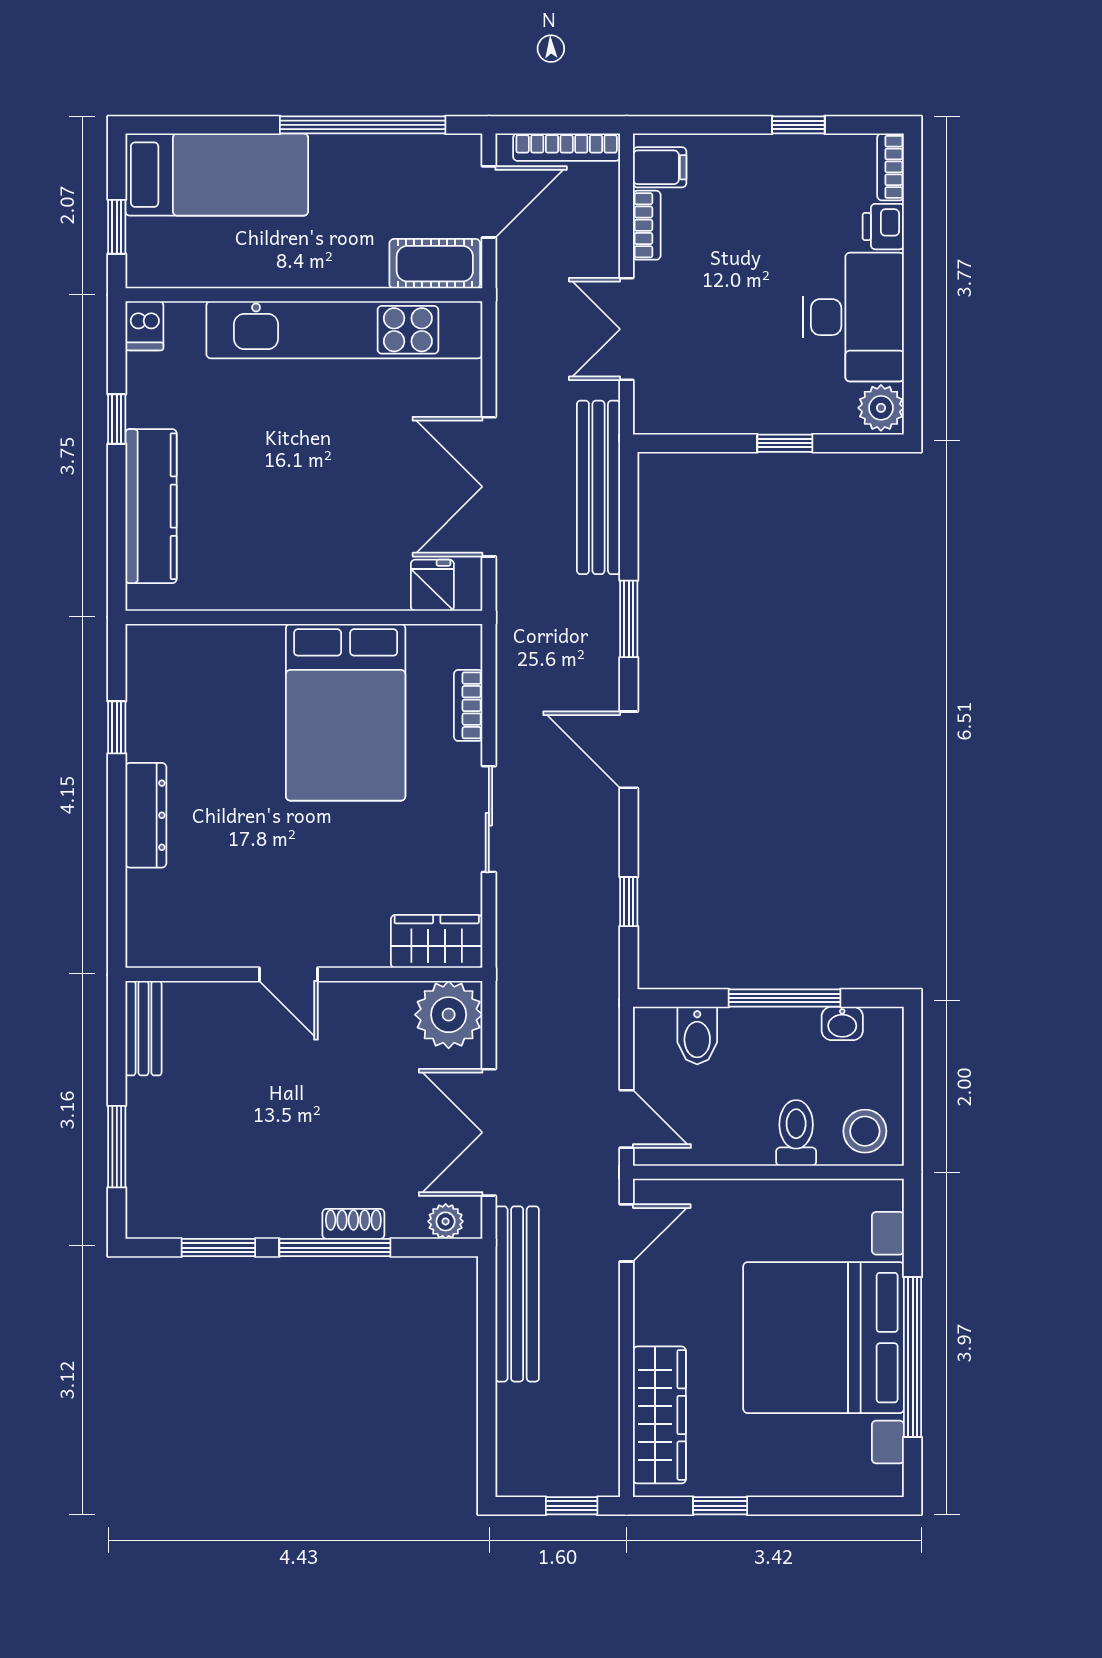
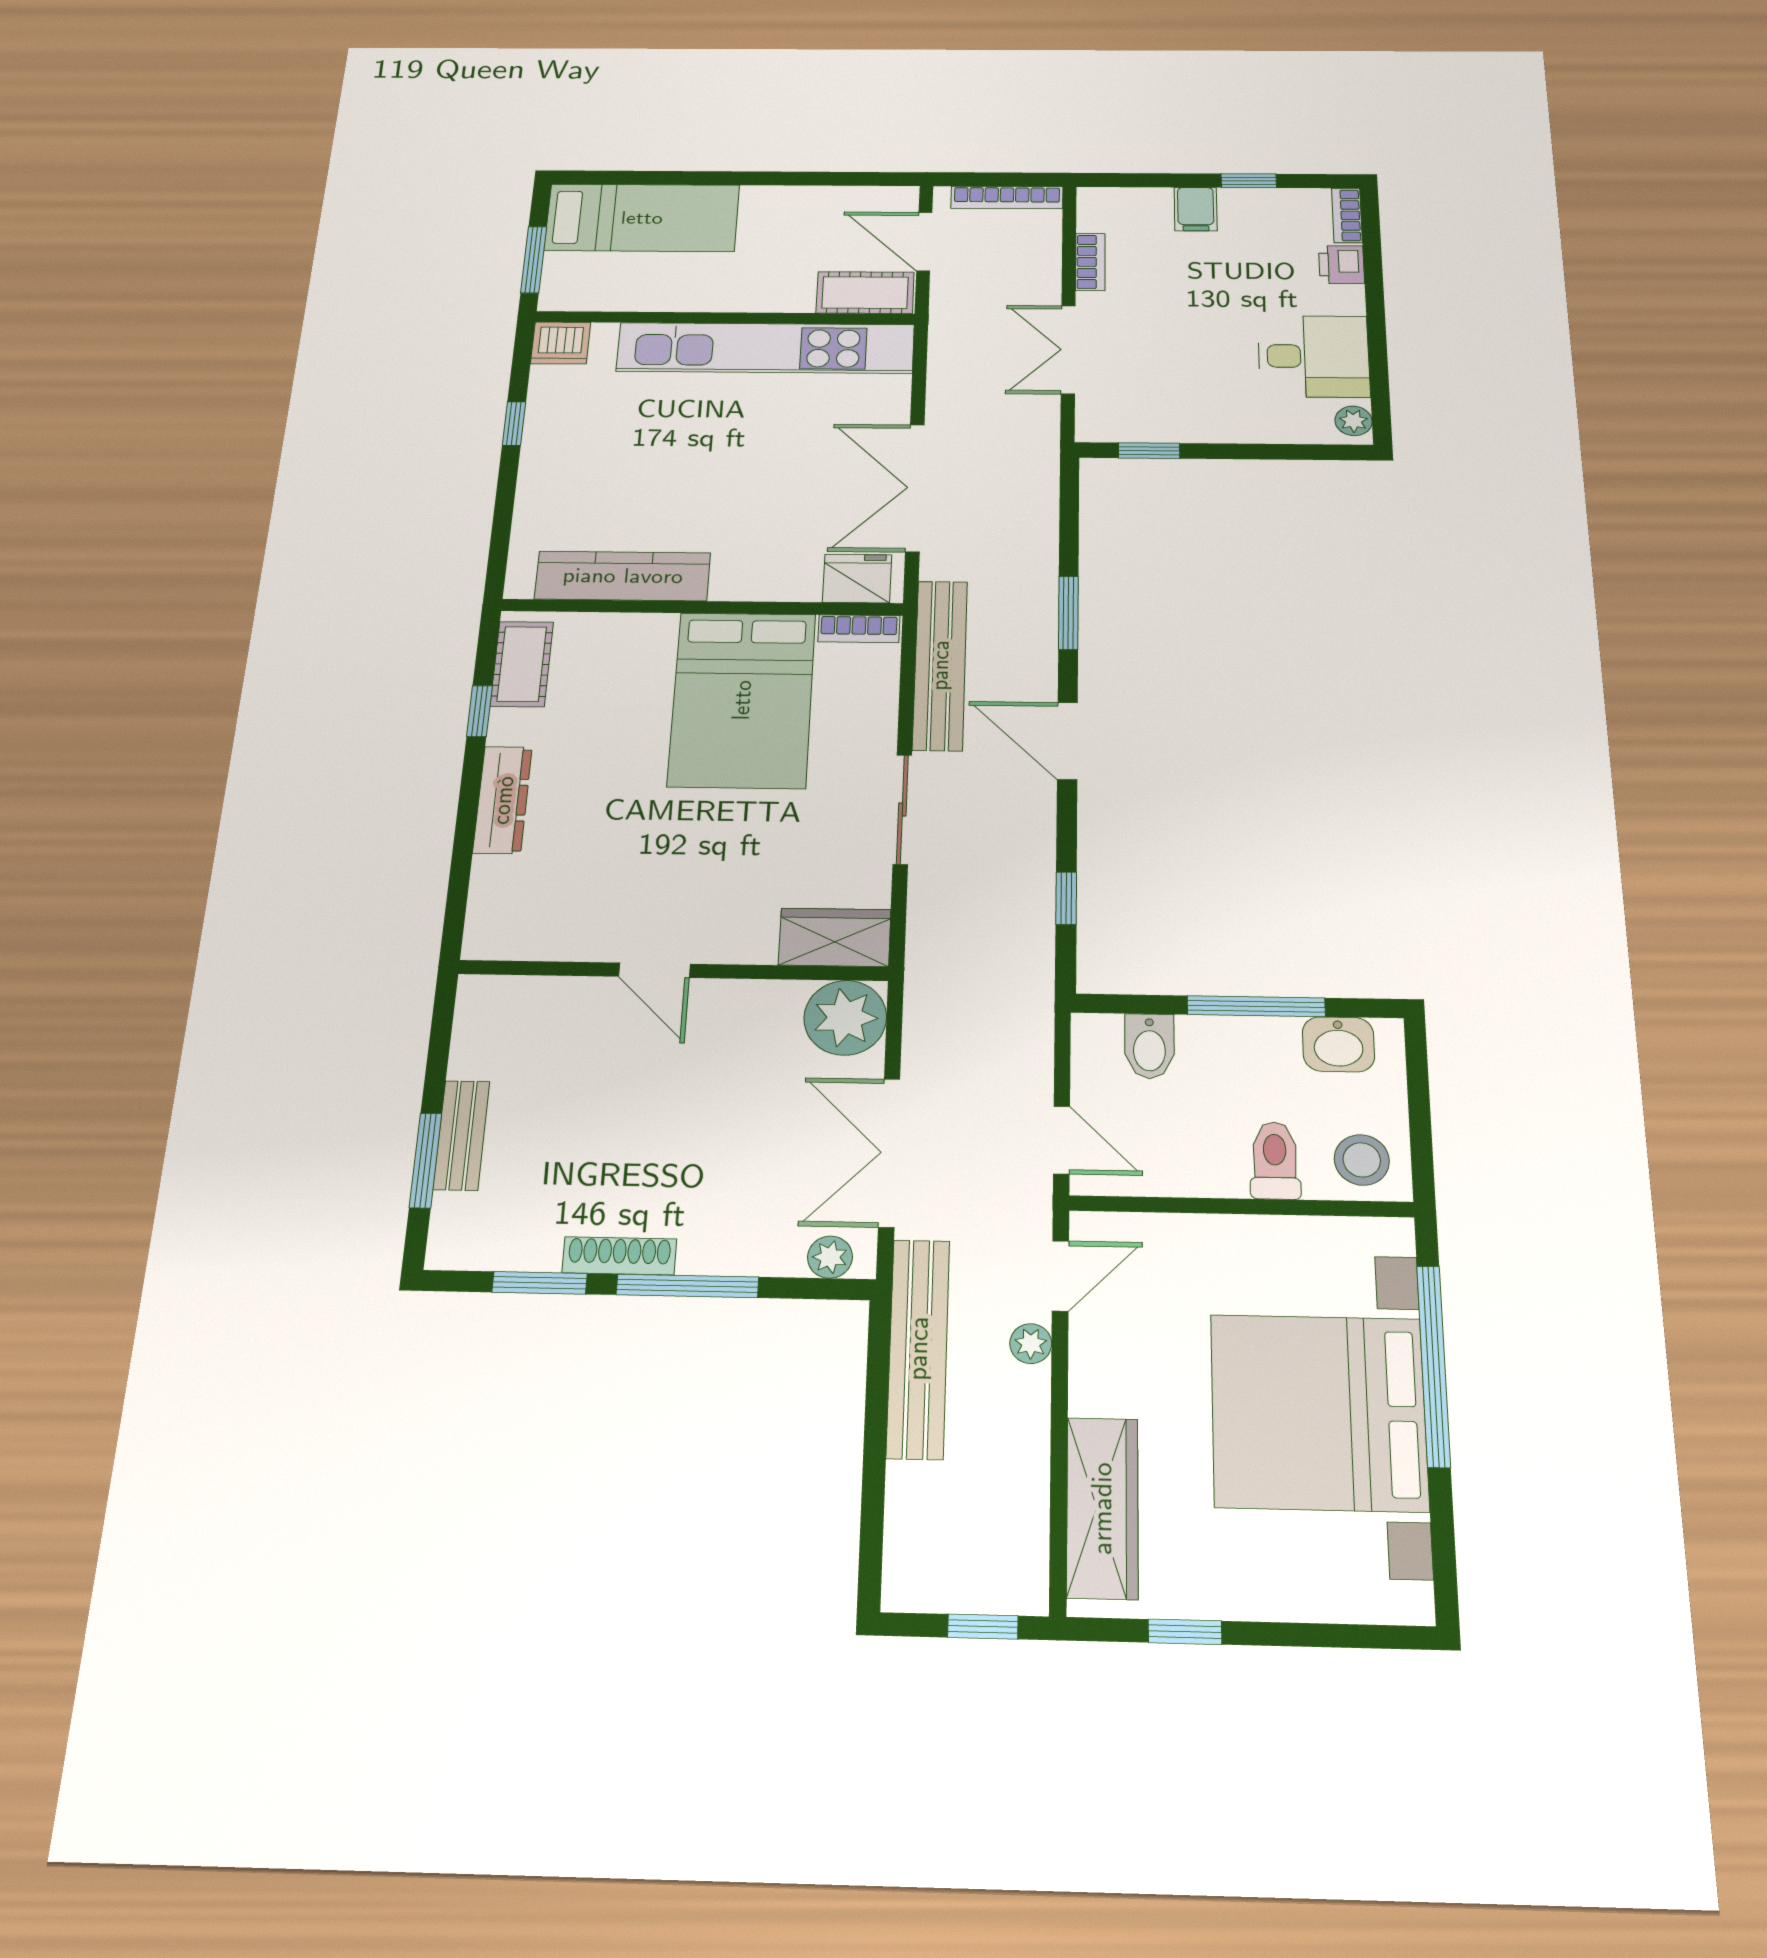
window: (363, 125) -> (796, 178), removed
filing cabinet: (660, 167) -> (1196, 209), moved, turned 90
door: (489, 202) -> (924, 242), swing flipped
window: (117, 227) -> (534, 260), width x1.50
desk: (853, 317) -> (1314, 356), width x0.73
dishwasher: (144, 326) -> (561, 343), width x1.38
plant: (881, 408) -> (1354, 421), width x0.73, depth x0.73
window: (785, 443) -> (1149, 451), moved
bench: (598, 487) -> (940, 665), moved
kitchen counter: (151, 506) -> (623, 576), moved, turned -90
fridge: (432, 585) -> (857, 579), width x1.38
cot: (149, 679) -> (522, 664), added
bookcase: (468, 705) -> (859, 629), moved, turned -90
washbasin: (842, 1023) -> (1338, 1044), width x1.38, depth x1.45
bench: (143, 1028) -> (461, 1135), moved
shoe rack: (353, 1224) -> (619, 1256), moved, width x1.43
plant: (604, 1288) -> (1031, 1344), added
window: (913, 1357) -> (1433, 1365), moved

